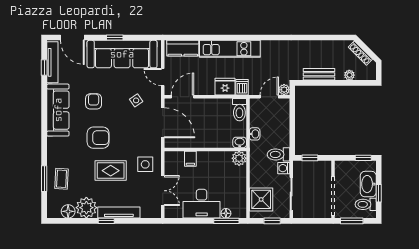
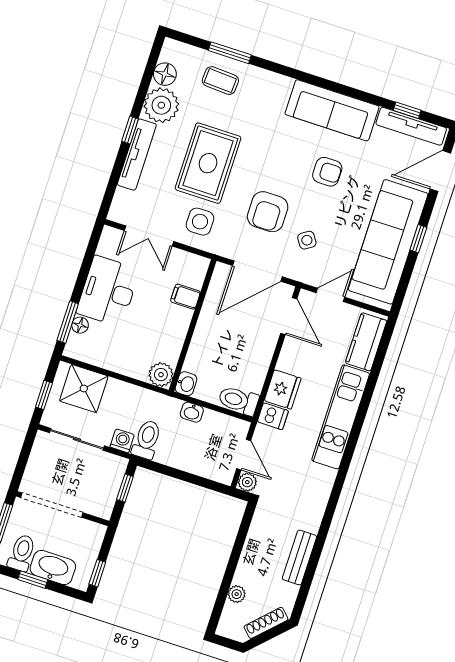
bench: (319, 74) -> (299, 558), moved
armchair: (98, 138) -> (268, 212), moved
rug: (111, 171) -> (208, 163), width x1.36, depth x1.43

